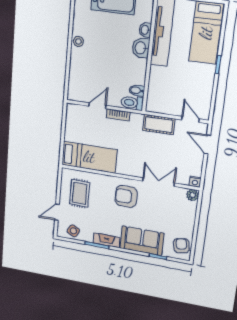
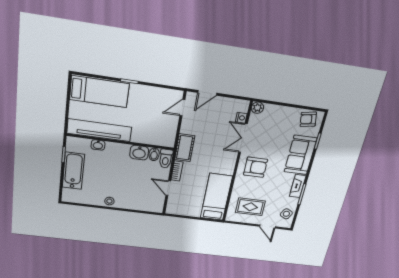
washbasin: (141, 48) -> (139, 153), moved
cot: (159, 125) -> (185, 148), moved
nightstand: (195, 182) -> (241, 118), moved
armchair: (126, 196) -> (256, 167), turned -90

